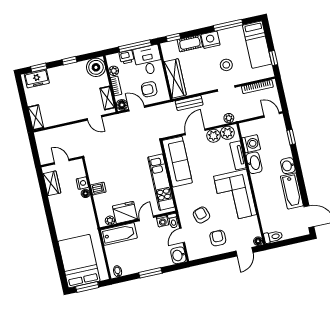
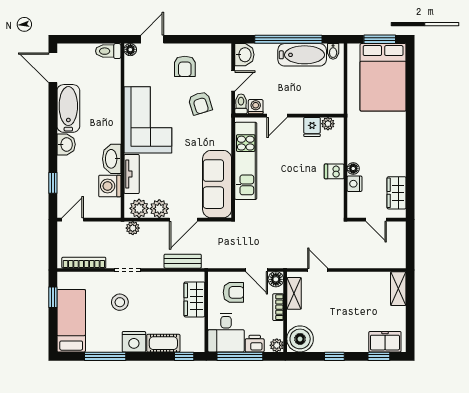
plant: (114, 71) -> (277, 345), moved
wardrobe: (175, 78) -> (194, 299), width x0.67
door: (272, 115) -> (73, 220), swing flipped
fridge: (125, 212) -> (312, 127), width x0.53, depth x0.75
bathtub: (119, 234) -> (302, 55), moved, turned 180
window: (150, 273) -> (288, 39), width x2.11

